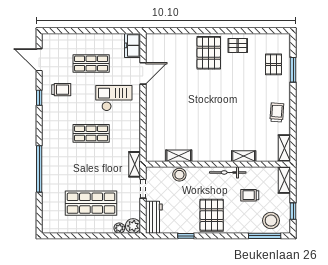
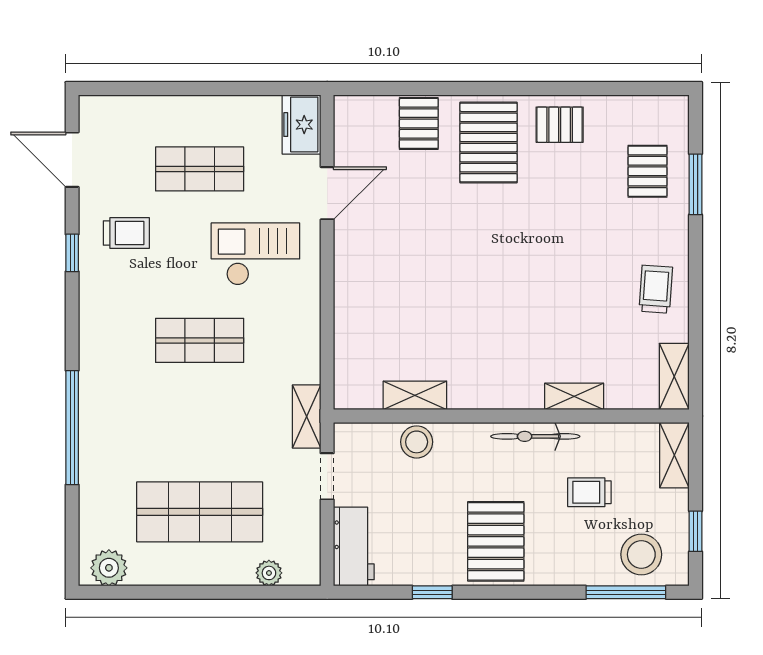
pallet: (180, 45) -> (419, 123), added
plant: (133, 226) -> (109, 568), moved

